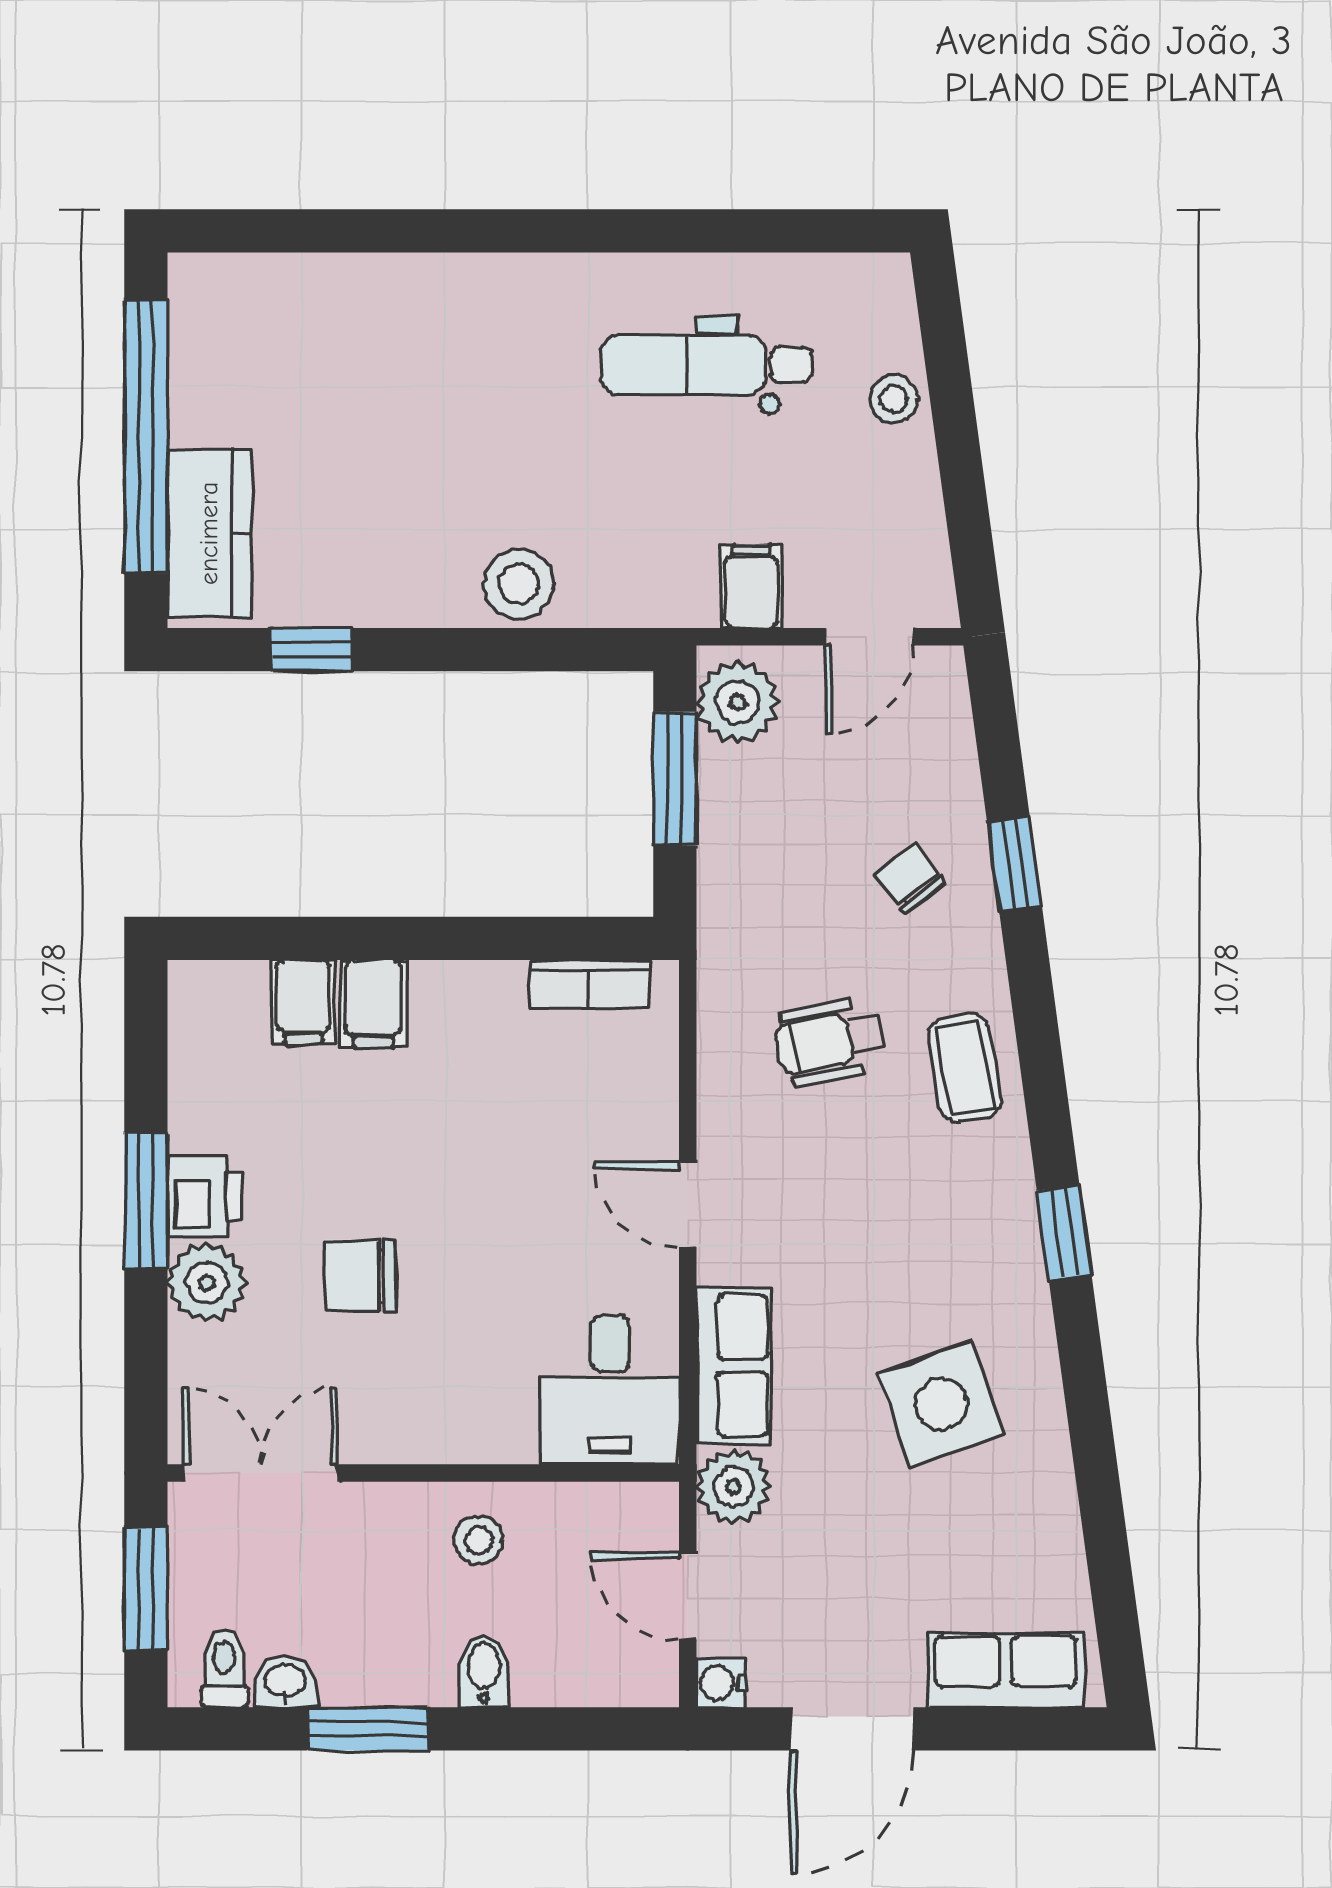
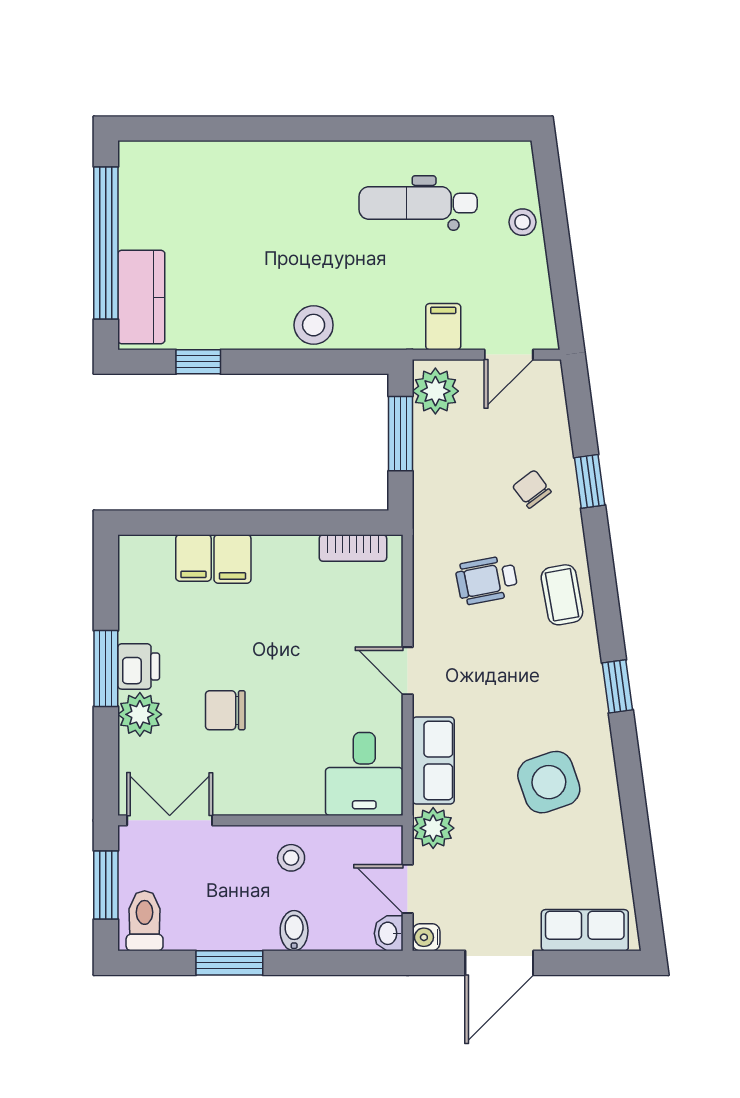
toilet: (224, 1668) -> (145, 921), width x1.37, depth x1.39
washbasin: (286, 1682) -> (389, 933), moved, turned -90

